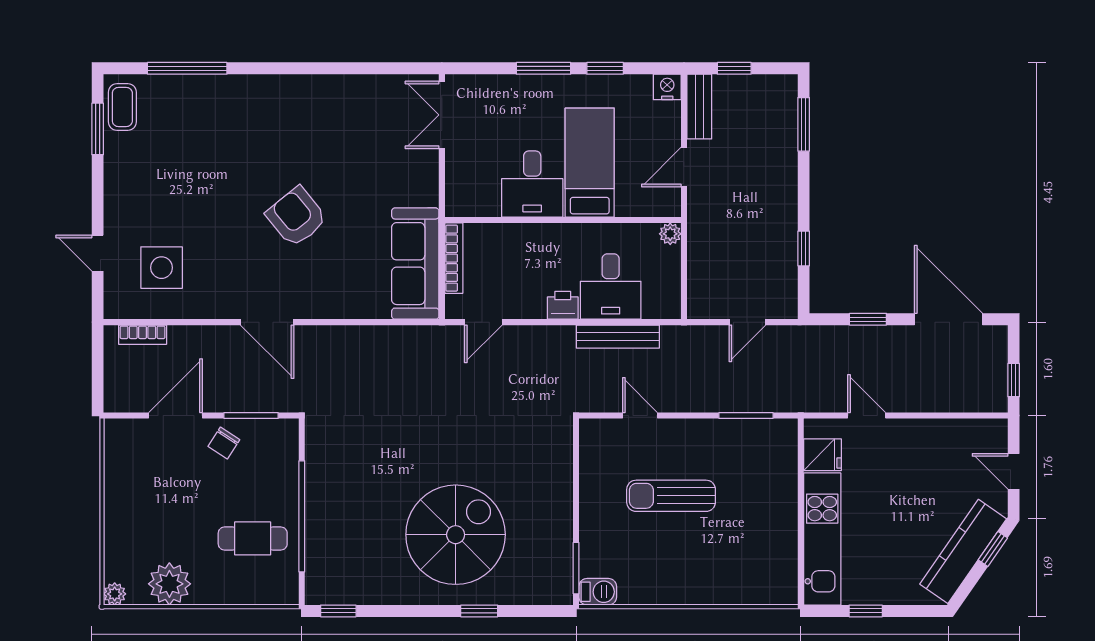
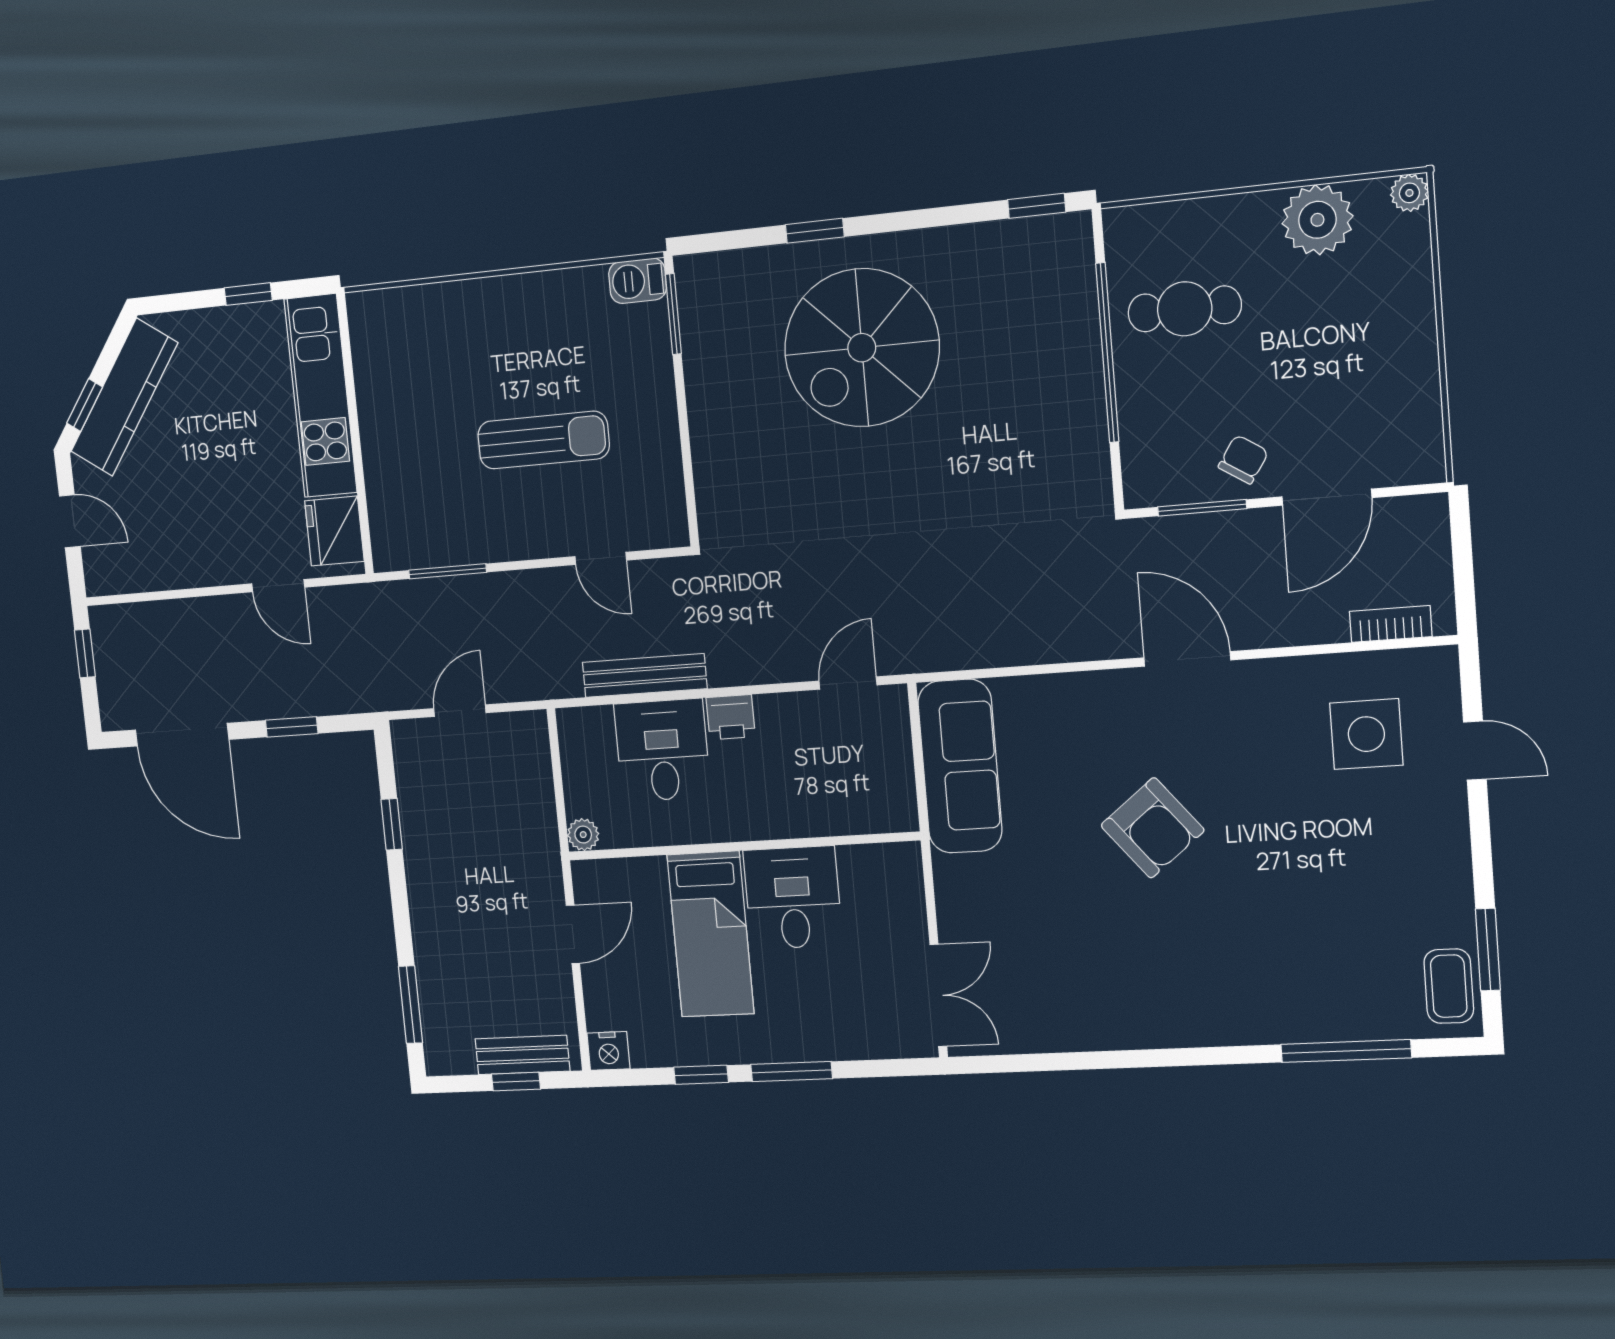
bench: (699, 107) -> (522, 1055), moved, turned 90
bookcase: (454, 258) -> (901, 778), removed
fridge: (823, 455) -> (334, 531), width x1.38

